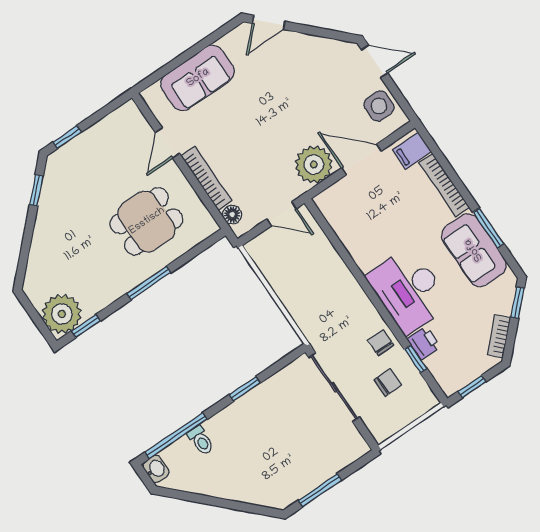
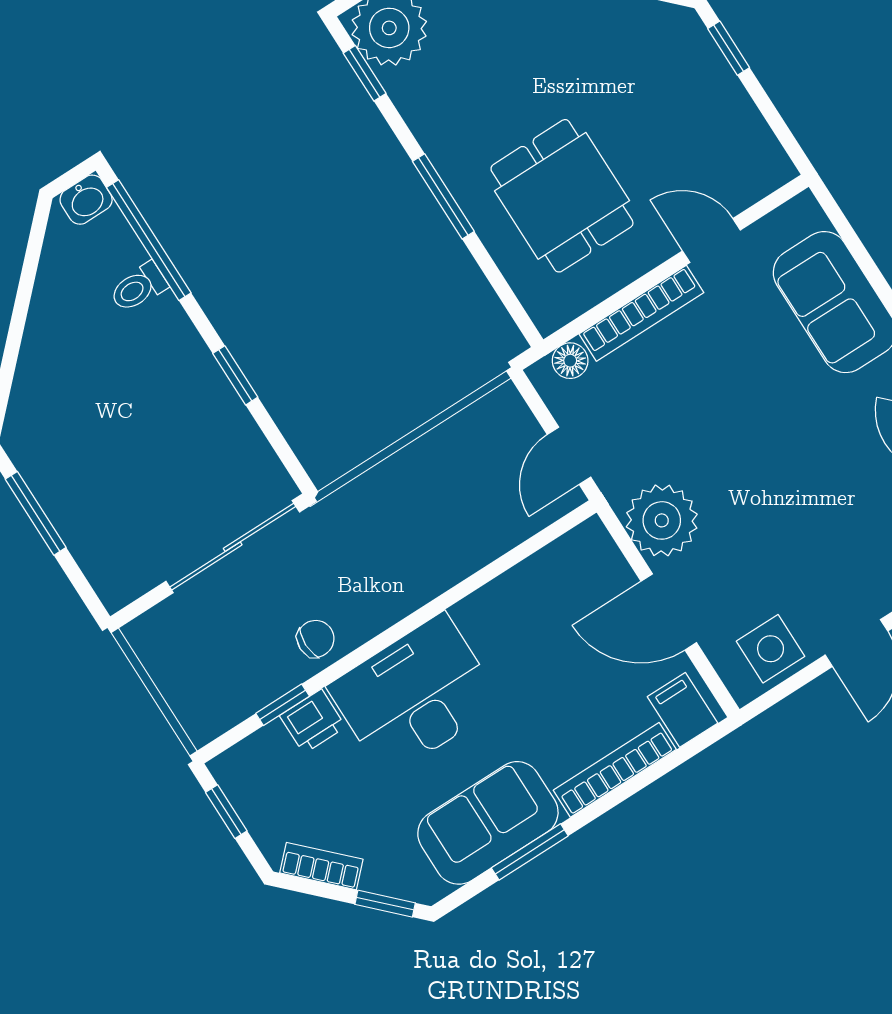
door: (361, 159) -> (669, 612), swing flipped
chair: (388, 382) -> (239, 650), removed

